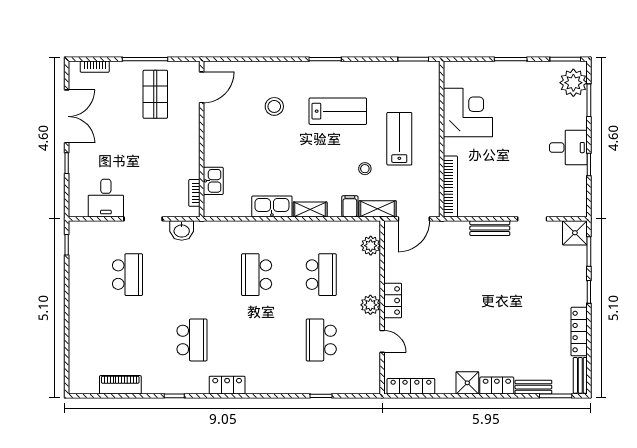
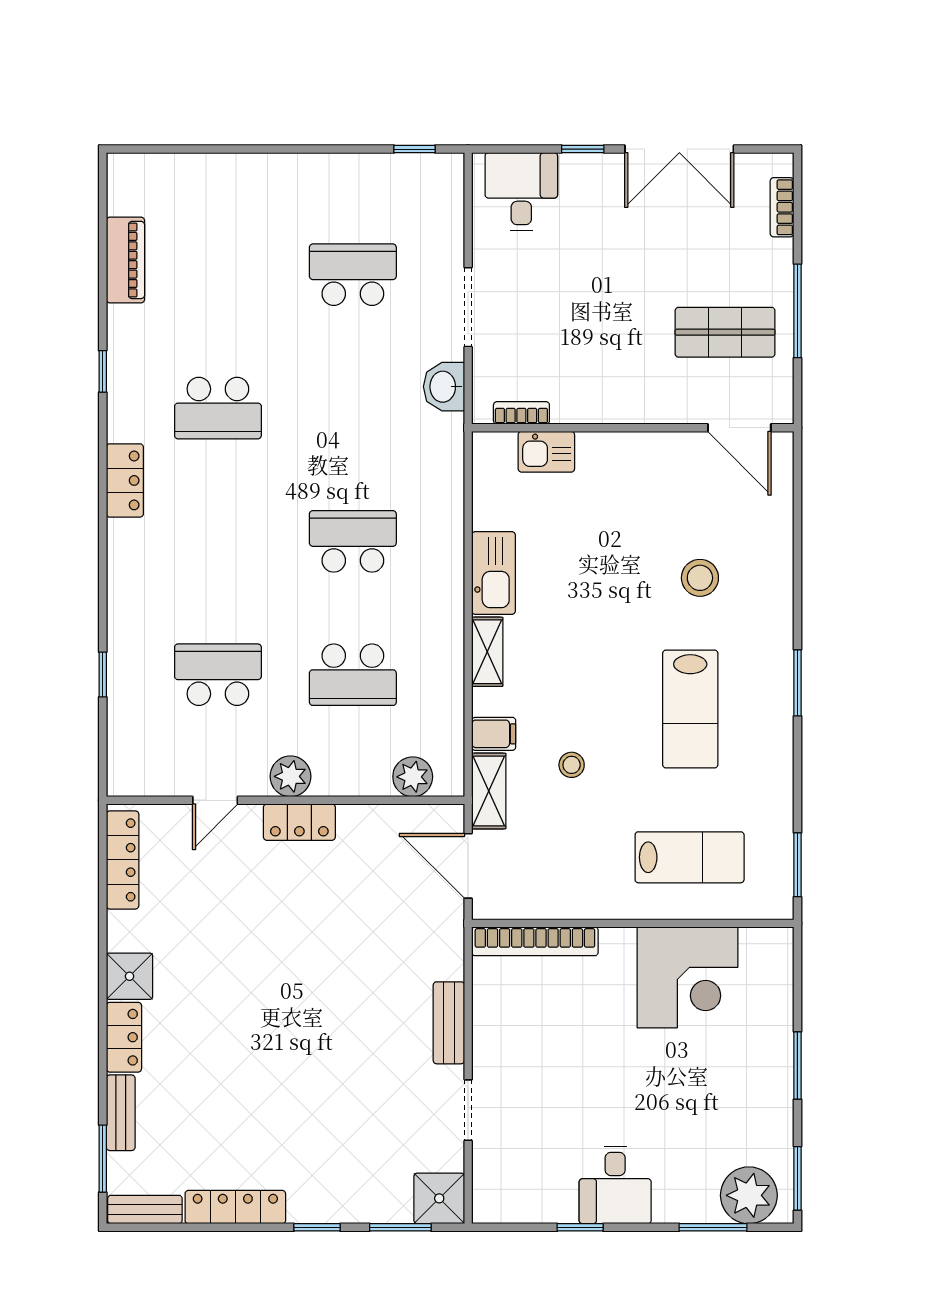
lab bench: (399, 139) -> (690, 857), moved
desk: (106, 198) -> (521, 192), moved, turned 90
school desk: (127, 275) -> (353, 275), turned 180

